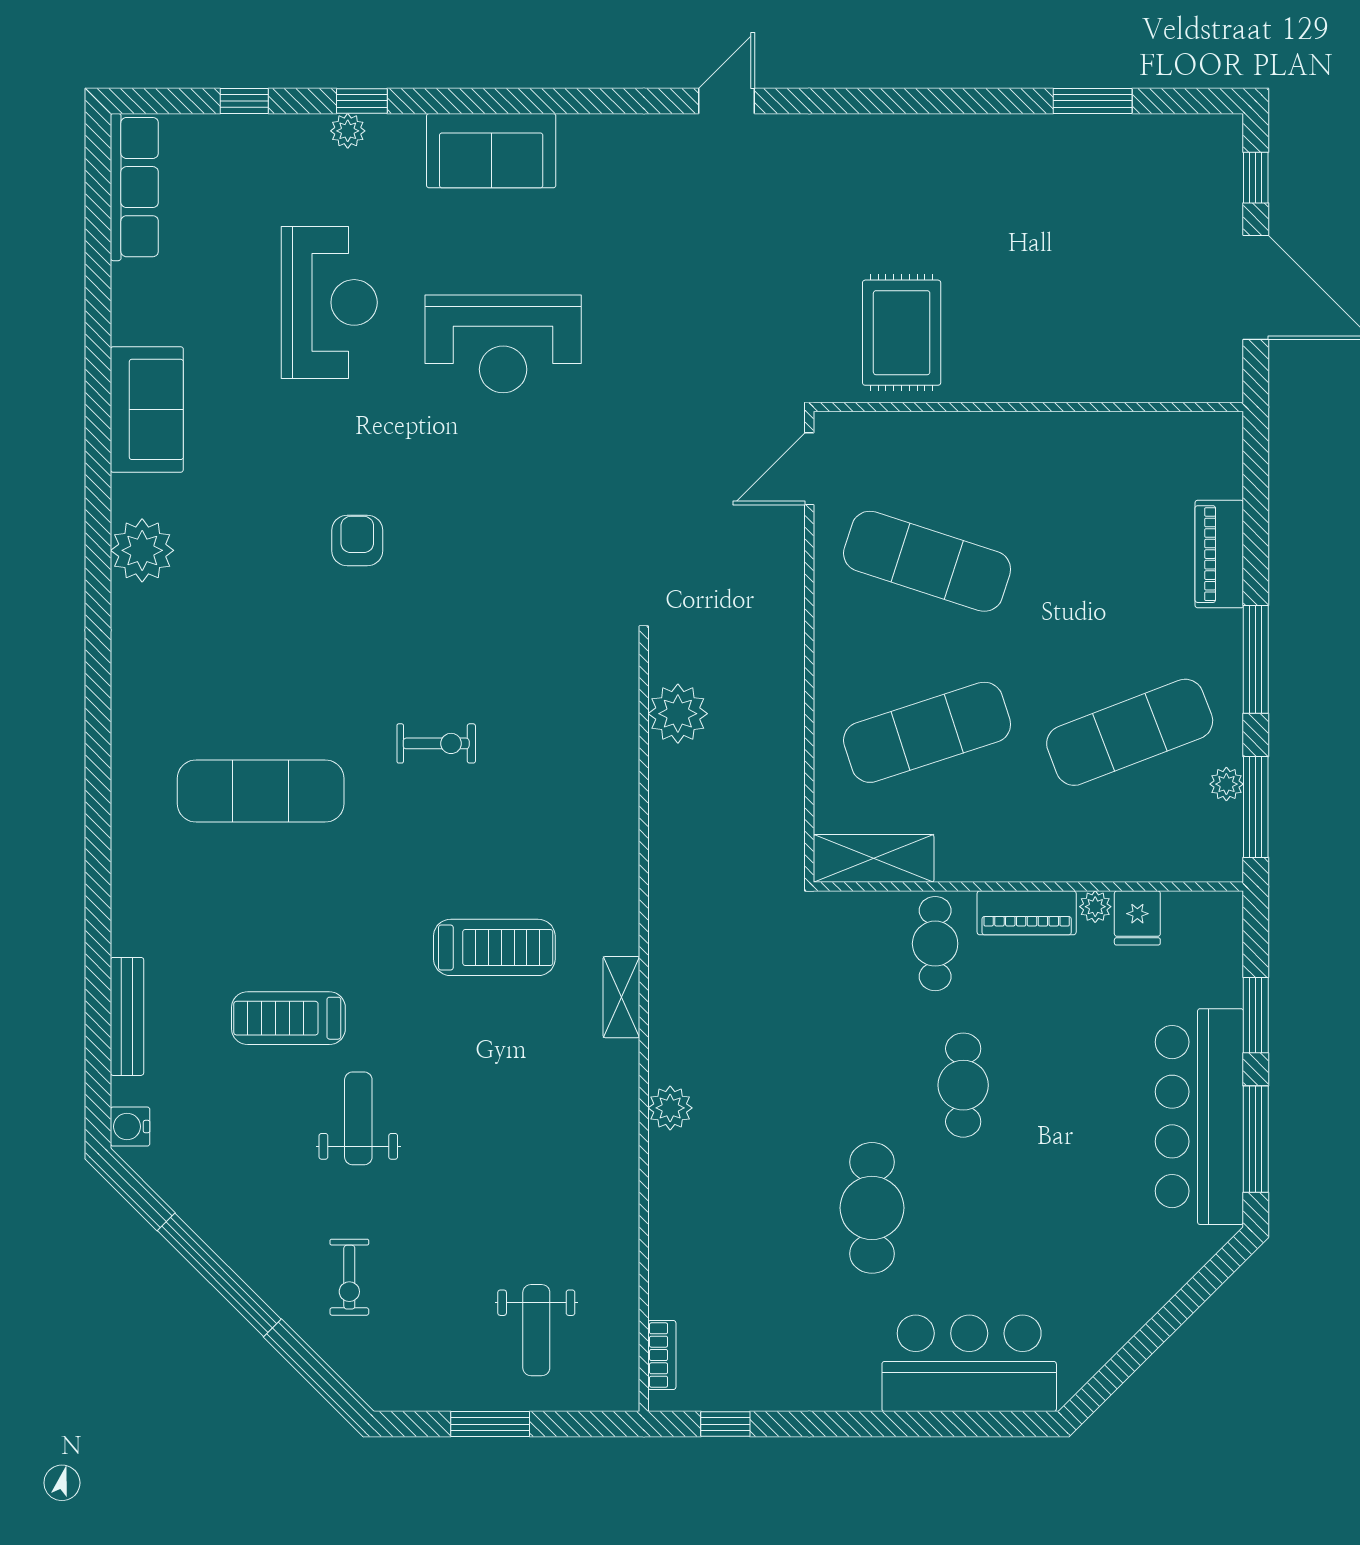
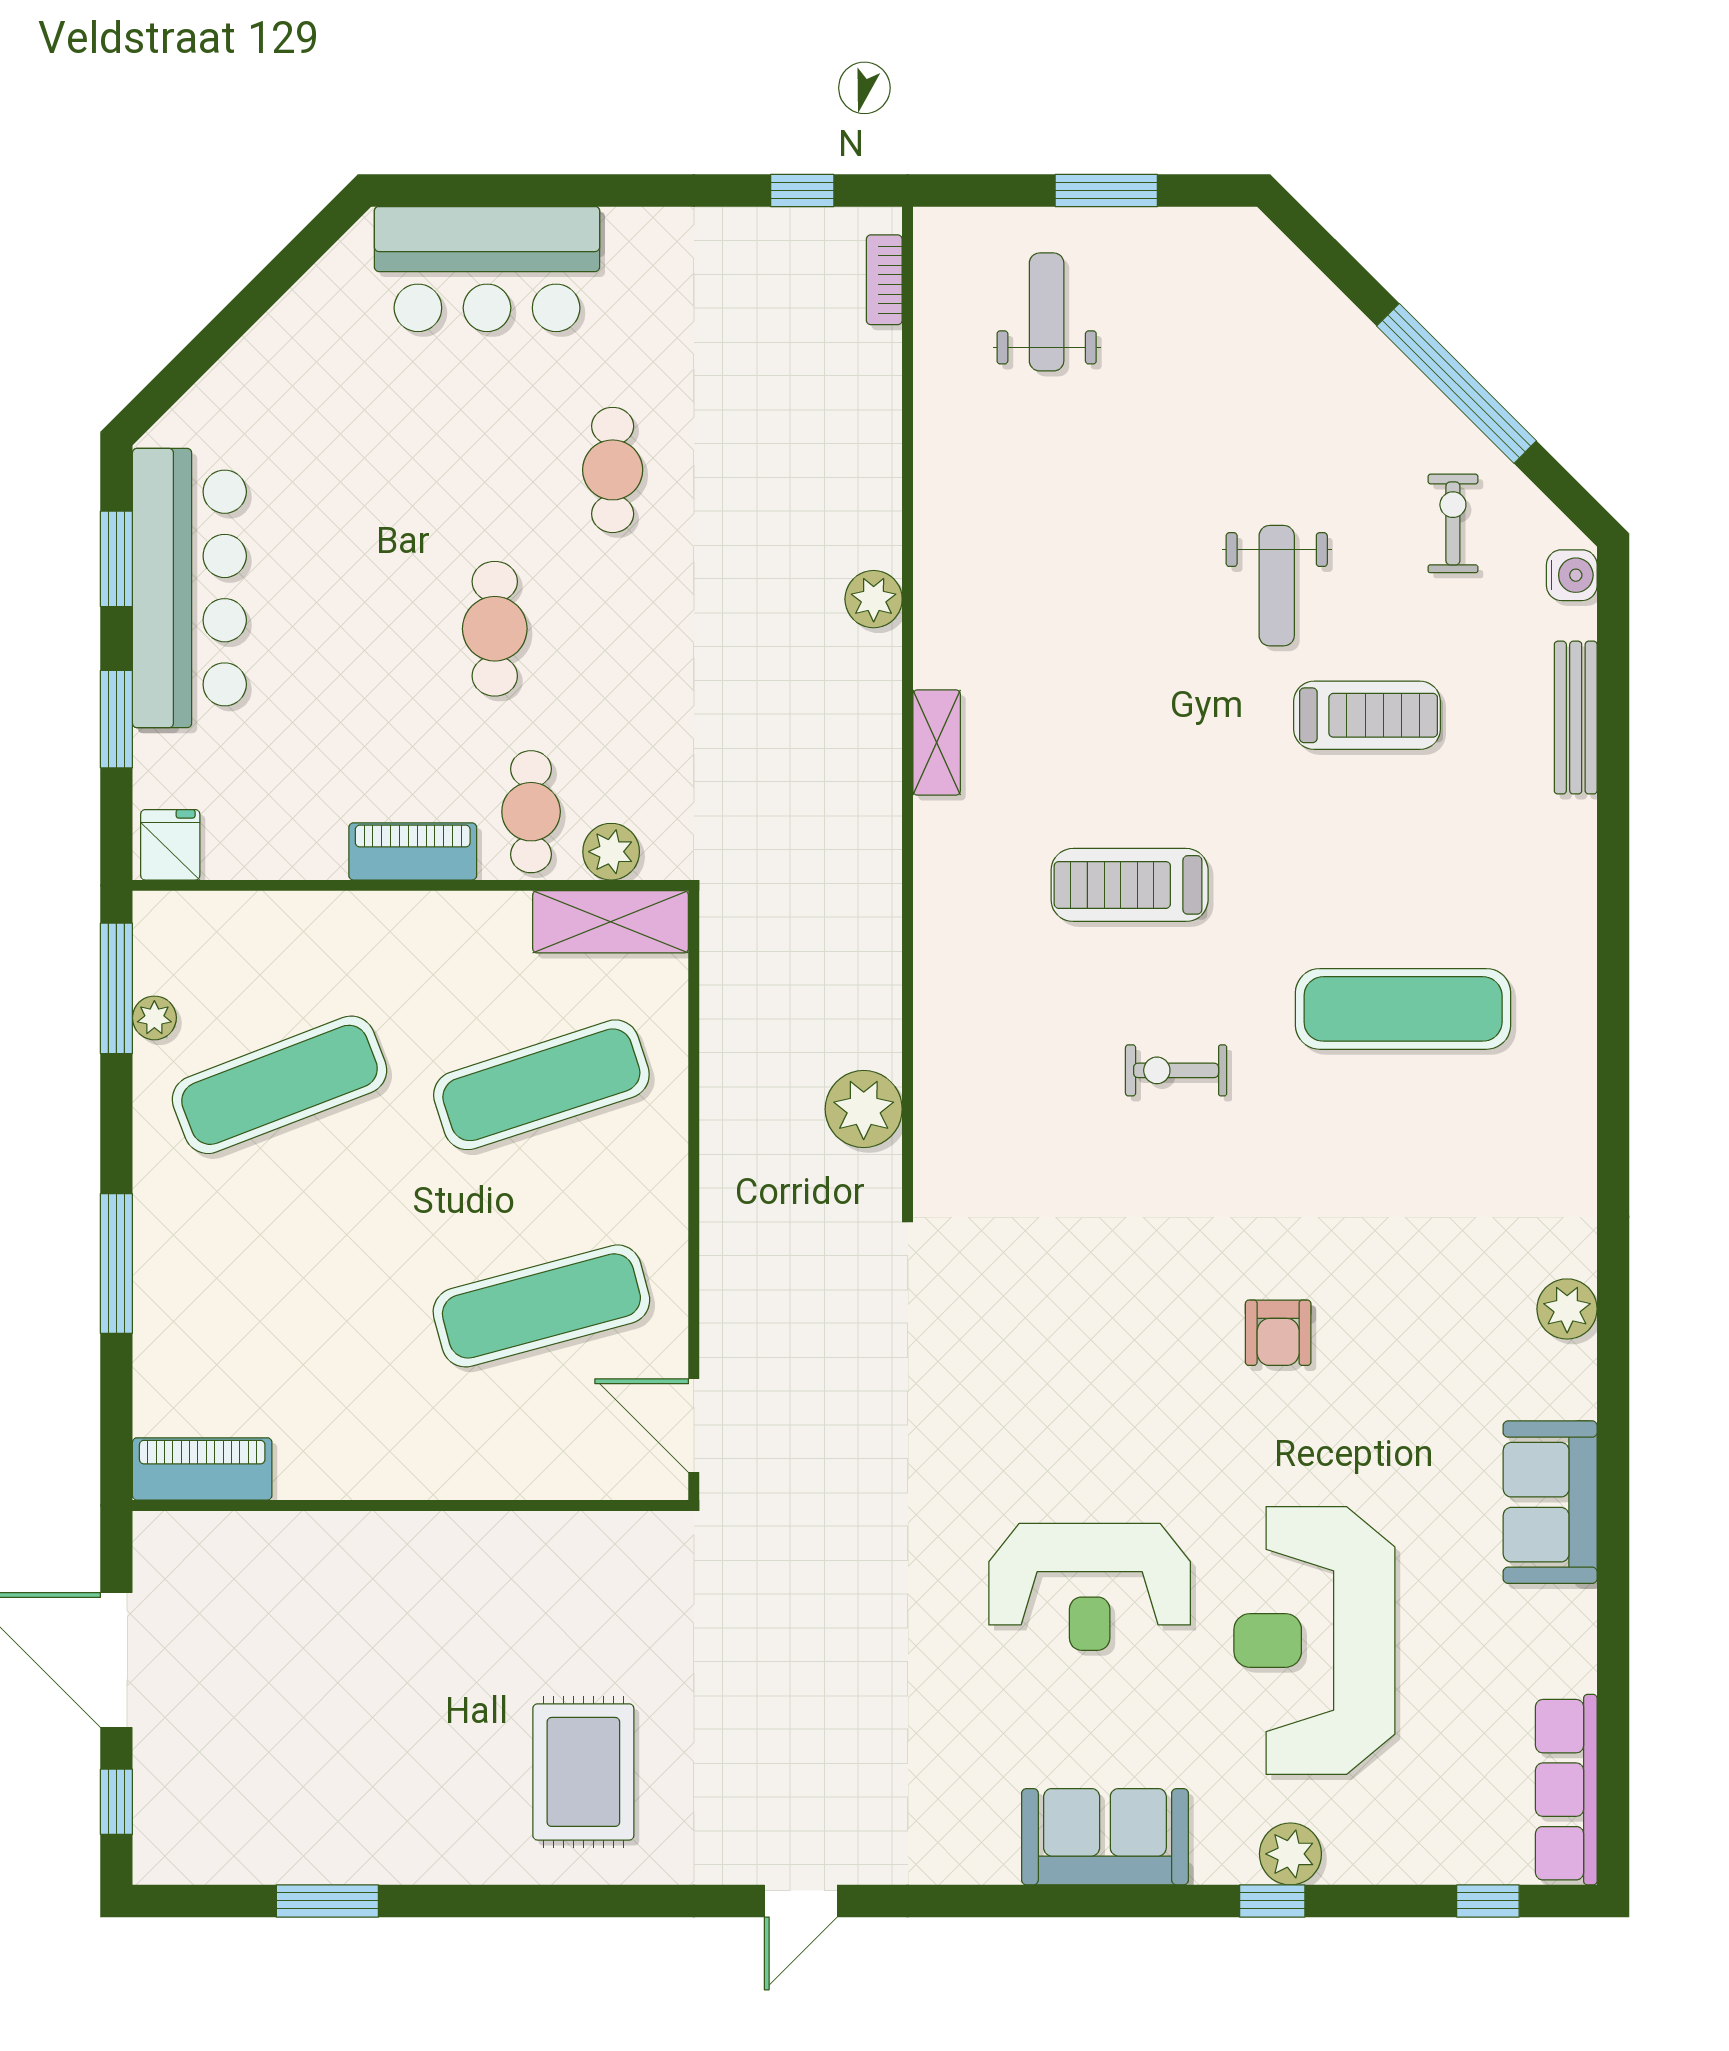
window: (244, 101) -> (1488, 1901), moved
plant: (348, 131) -> (1290, 1854), width x1.38, depth x1.38
reception desk: (329, 302) -> (1314, 1640), width x1.36, depth x1.30
rug: (902, 333) -> (583, 1772), moved
reception desk: (503, 344) -> (1090, 1587), turned 180
door: (809, 469) -> (694, 1426), swing flipped
plant: (142, 550) -> (1567, 1309), width x0.73, depth x0.73
piano: (1219, 554) -> (202, 1469), moved, turned -90
exercise mat: (927, 561) -> (541, 1306), turned -33
window: (1256, 659) -> (116, 1263), moved
plant: (1095, 907) -> (611, 852), moved, width x1.38, depth x1.38
fridge: (1137, 918) -> (170, 845), moved
treadmill: (494, 947) -> (1130, 885), moved
window: (1256, 1139) -> (116, 559), width x0.69
cafe table: (872, 1208) -> (613, 470), width x0.73, depth x0.74
exercise bike: (349, 1277) -> (1453, 523), moved

